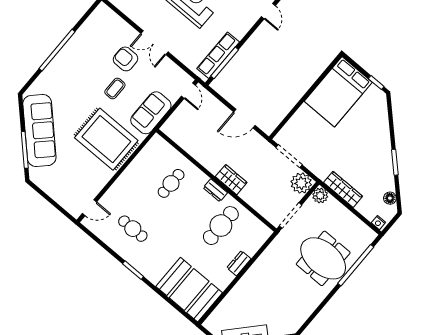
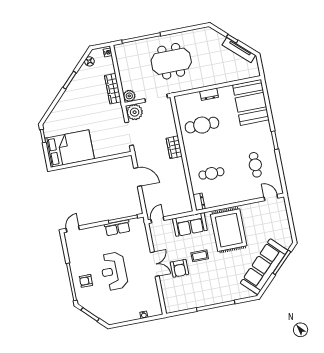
row of seats: (218, 55) -> (117, 228), width x0.68
dresser: (215, 190) -> (199, 202), moved
meeting table: (323, 258) -> (171, 61), moved, turned 90

